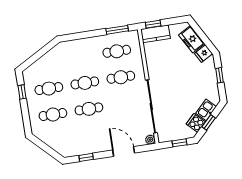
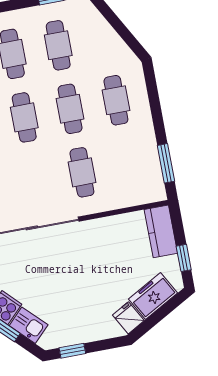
window: (153, 24) -> (184, 258), moved
cafe table: (117, 51) -> (116, 100), moved
window: (220, 75) -> (72, 351), moved

